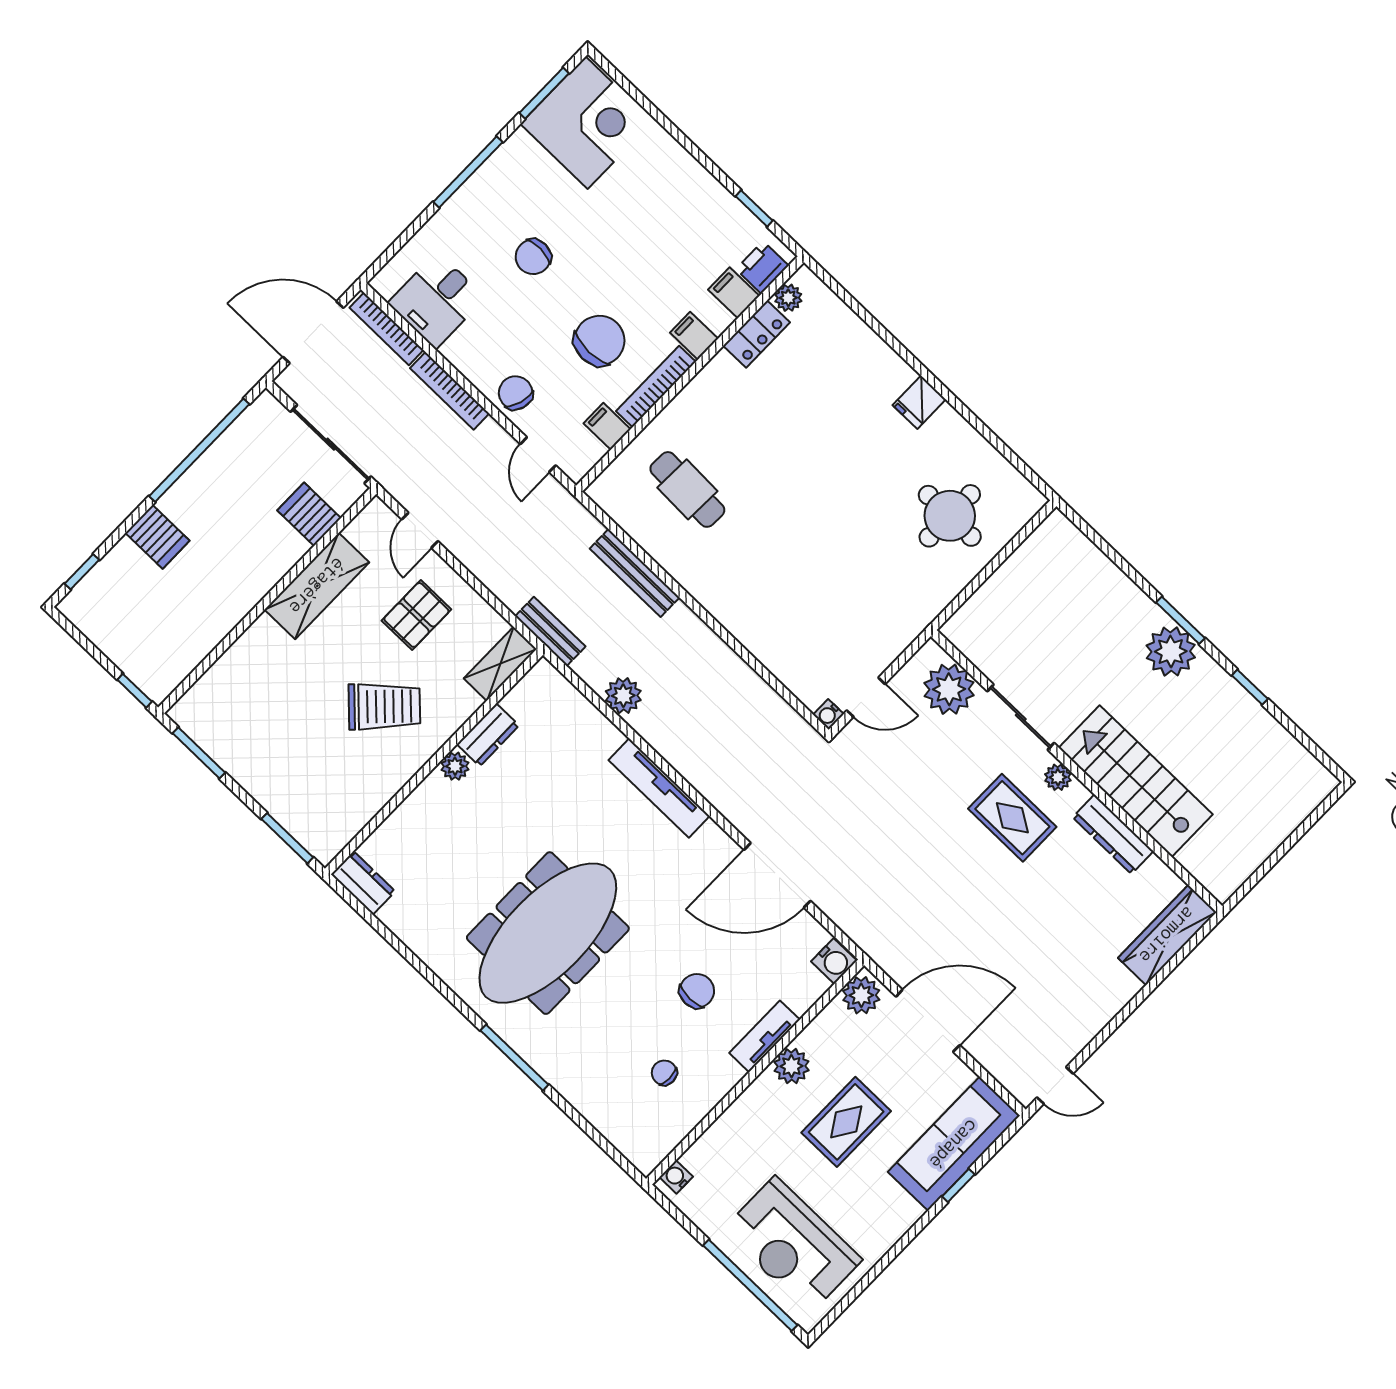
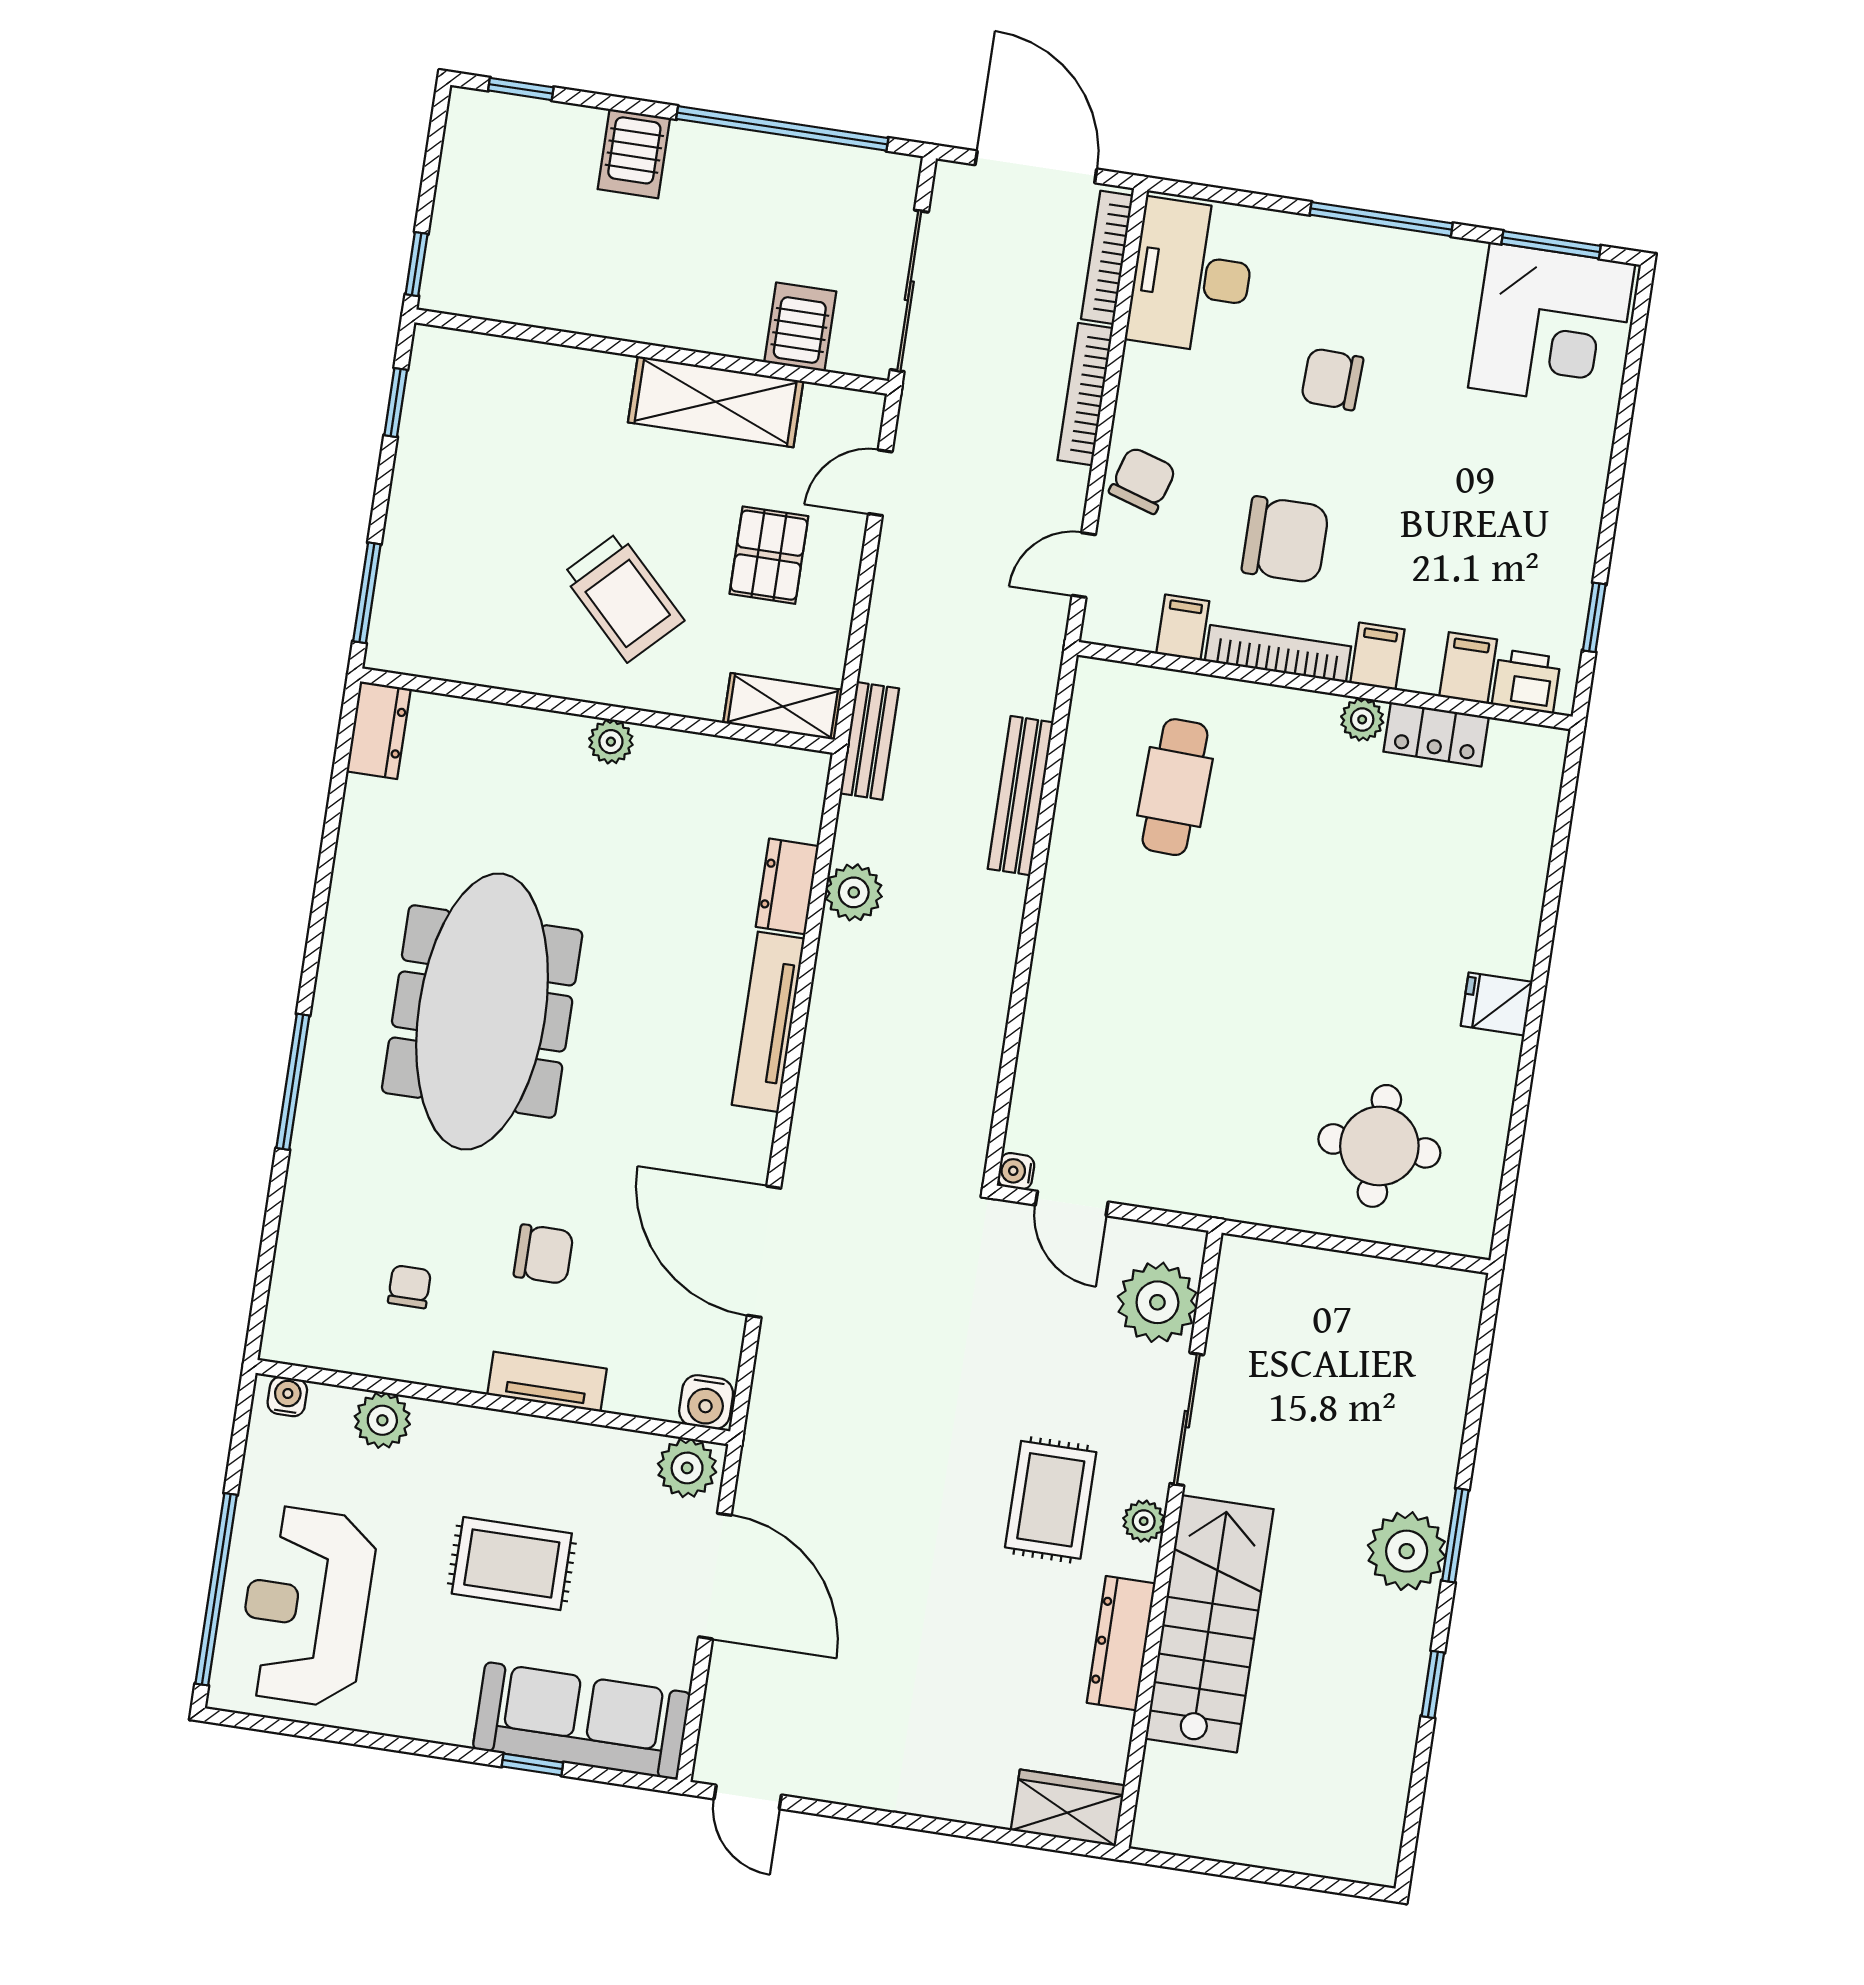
plant: (788, 298) -> (1362, 720), moved
desk: (437, 300) -> (1192, 276), width x1.37
pallet: (416, 615) -> (769, 555), turned 90
dresser: (488, 735) -> (787, 886), moved, turned 90
window: (199, 753) -> (396, 403), width x0.67
meeting table: (548, 933) -> (482, 1011), turned 90
wardrobe: (1167, 935) -> (1068, 1808), width x0.67
plant: (791, 1066) -> (382, 1420), moved

